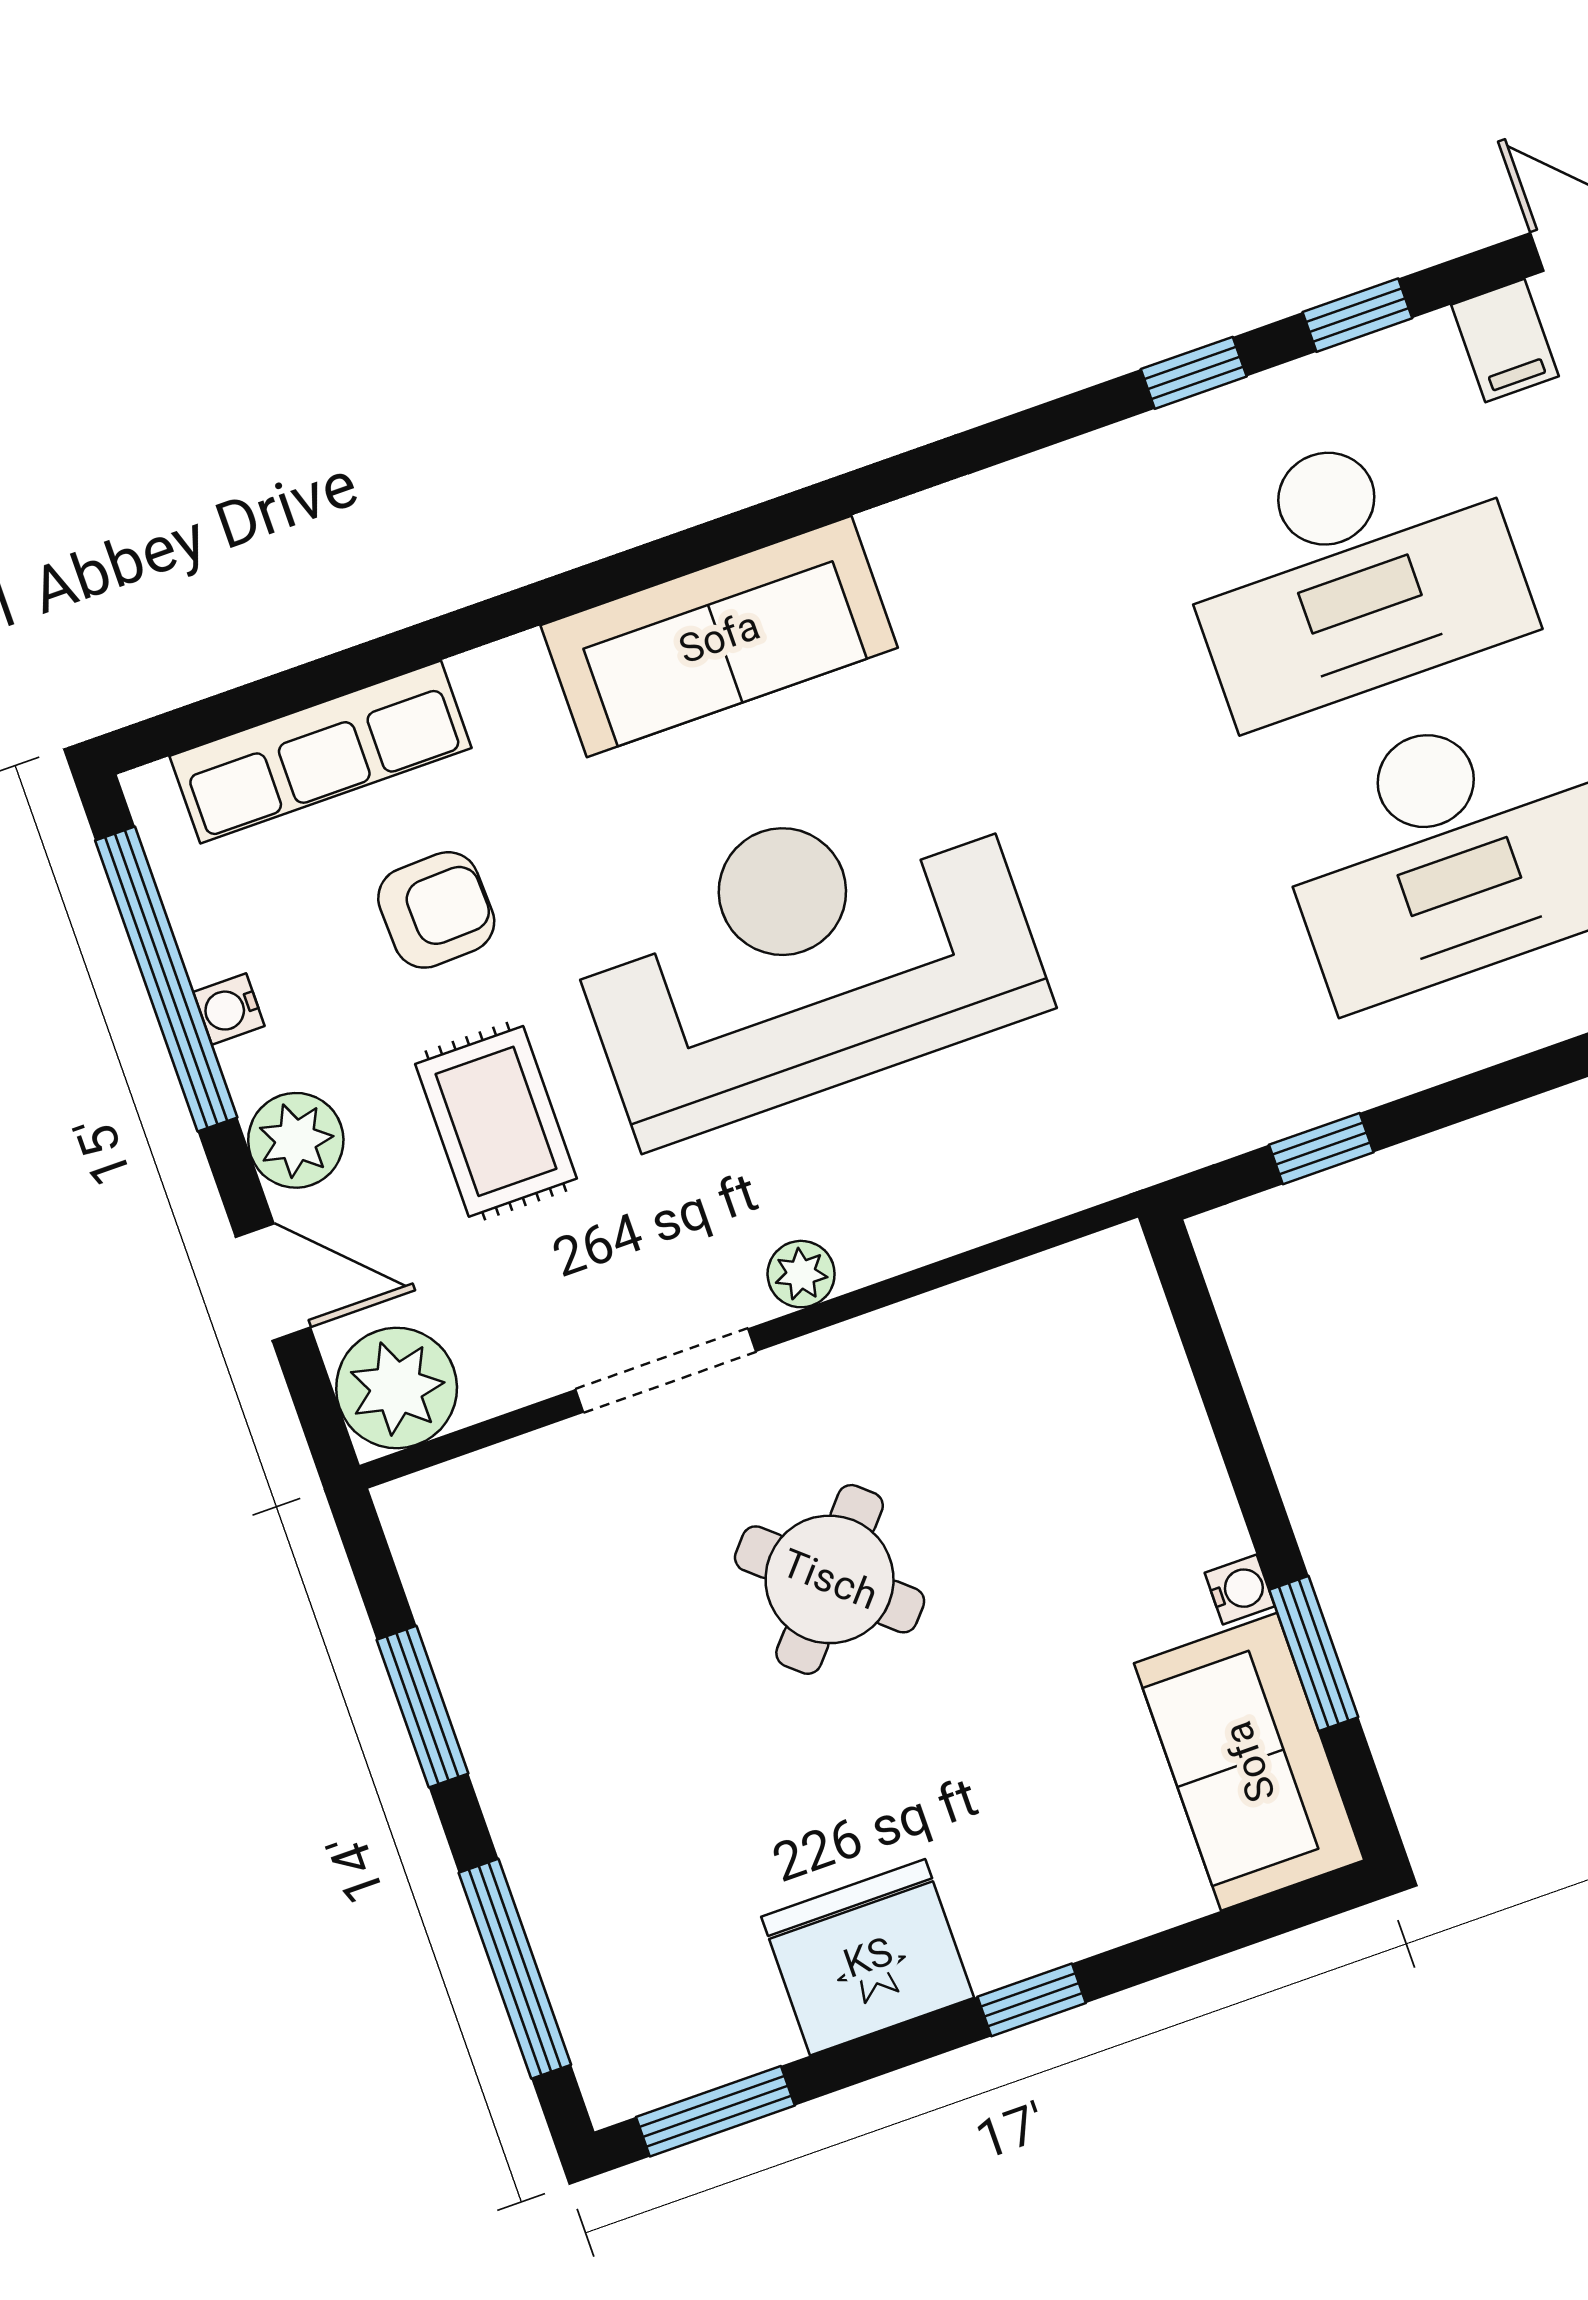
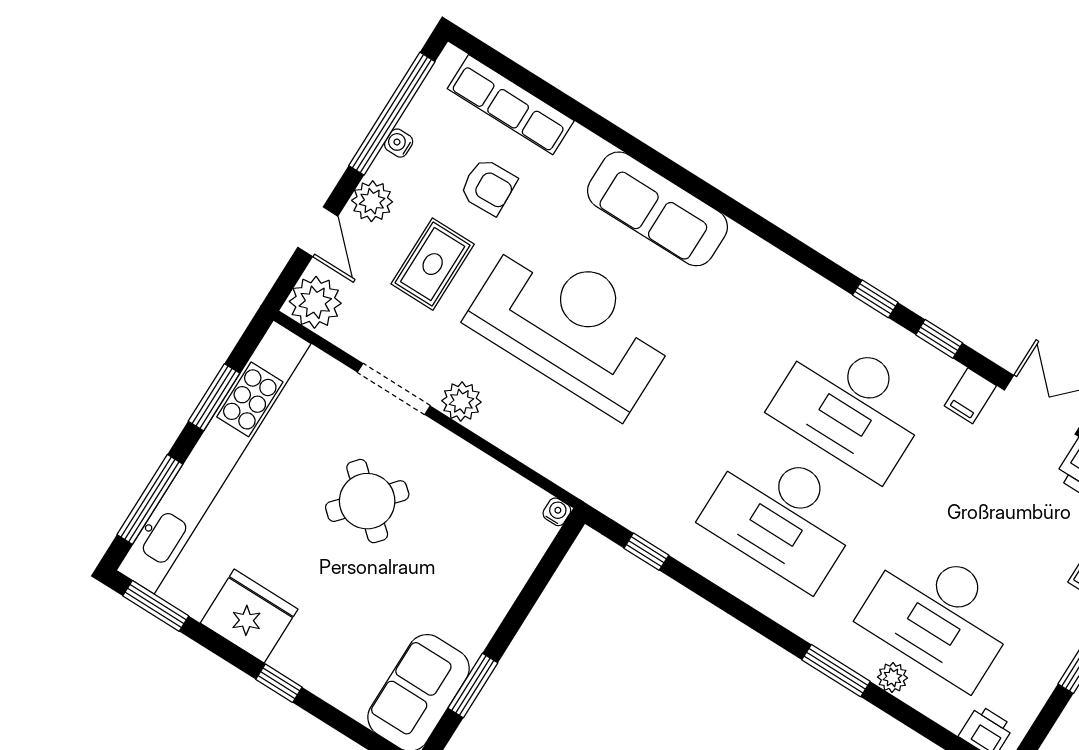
plant: (801, 1274) -> (461, 401), width x1.38, depth x1.38
water cooler: (1240, 1590) -> (557, 512), moved, turned -90
kitchen unit: (530, 1793) -> (214, 457), added

